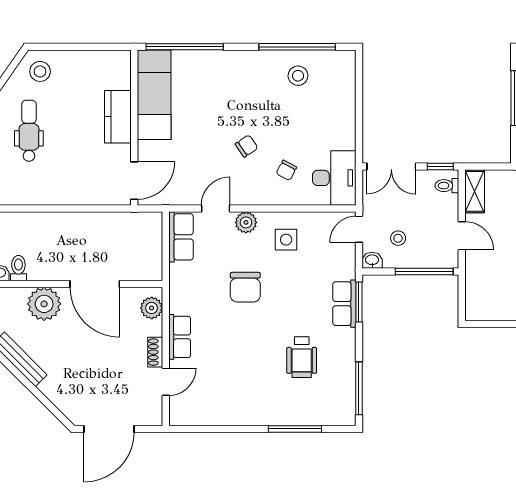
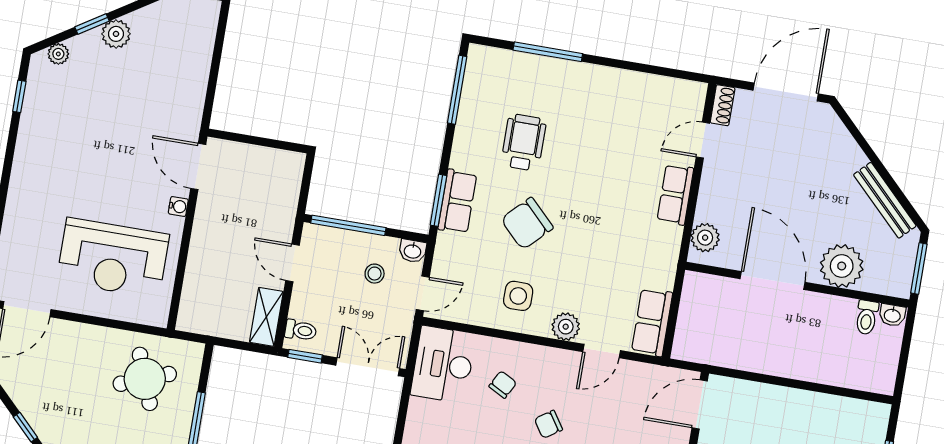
chair: (245, 287) -> (527, 223), moved, turned -135
shoe rack: (155, 352) -> (723, 105), moved

